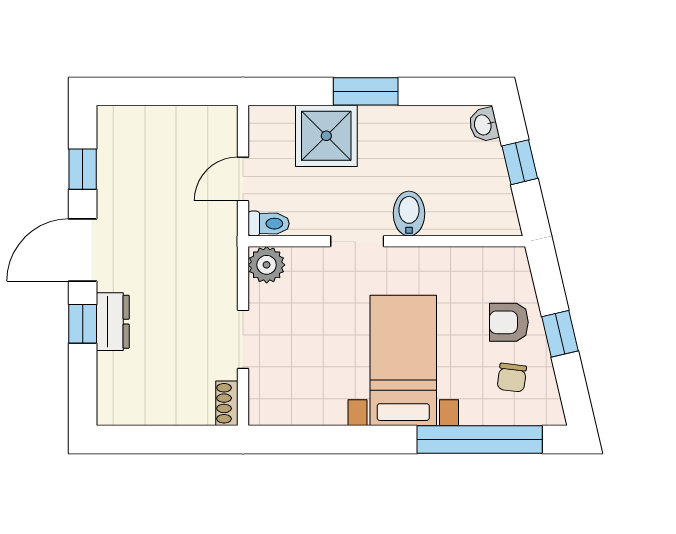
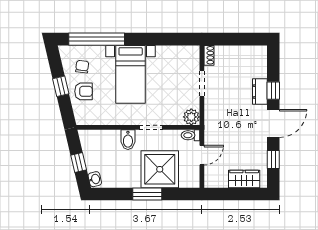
wardrobe: (148, 125) -> (244, 179), added
shower: (326, 136) -> (160, 169), width x1.37, depth x1.37

